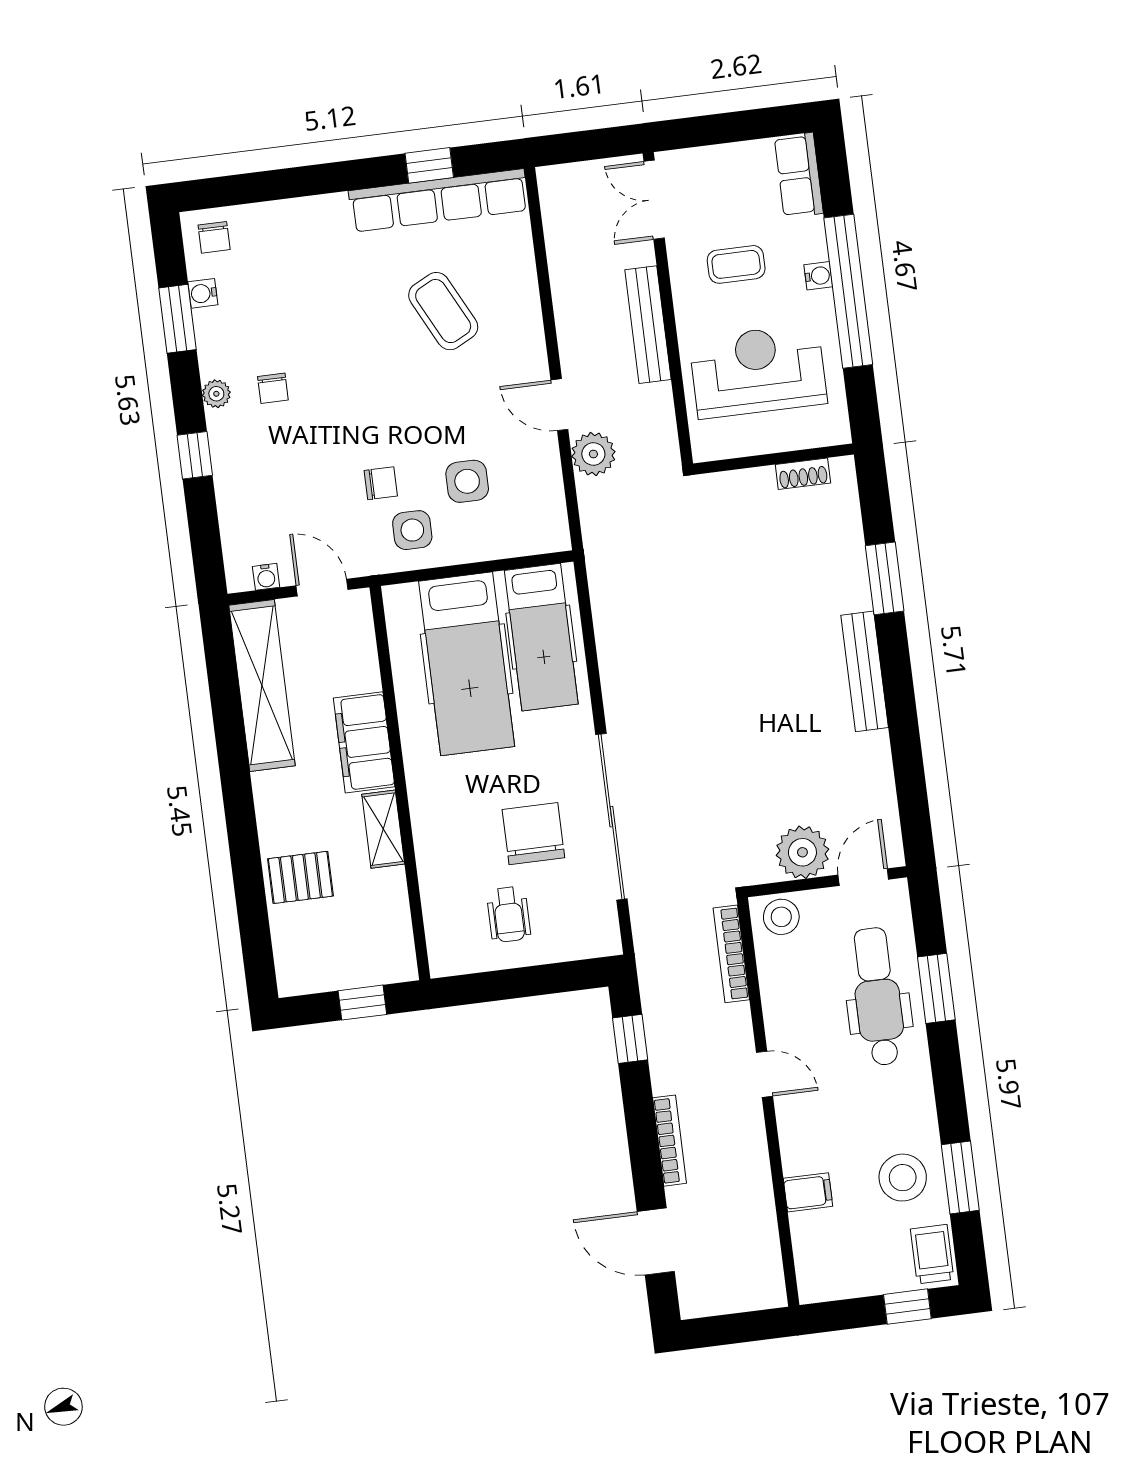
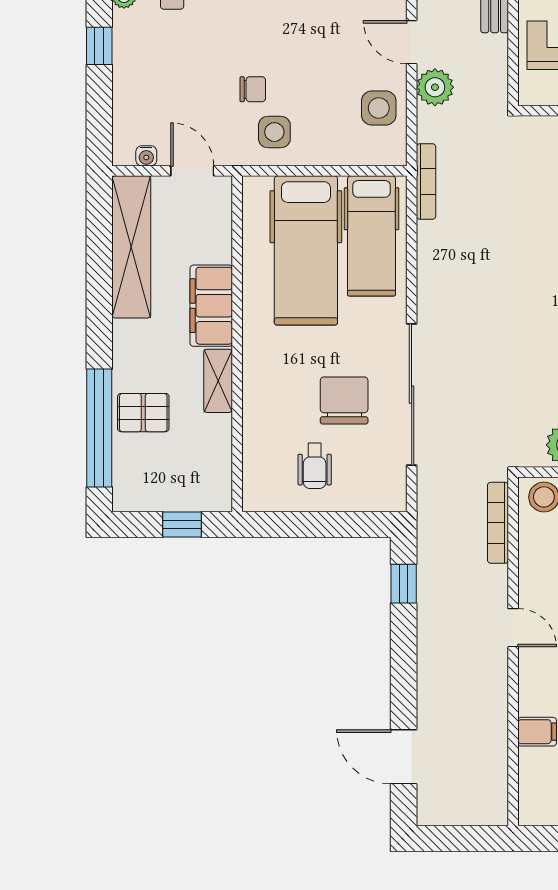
side table: (467, 481) -> (379, 108), moved
window: (251, 902) -> (99, 428), added
bookcase: (670, 1141) -> (426, 181), moved

